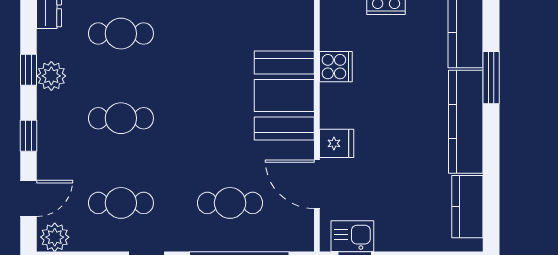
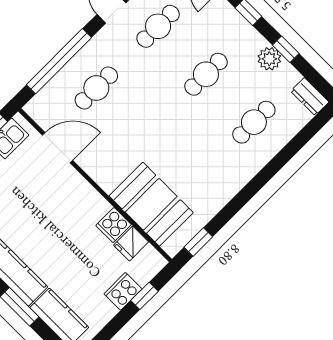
booth: (284, 95) -> (151, 204), moved
fridge: (337, 143) -> (131, 244), moved

